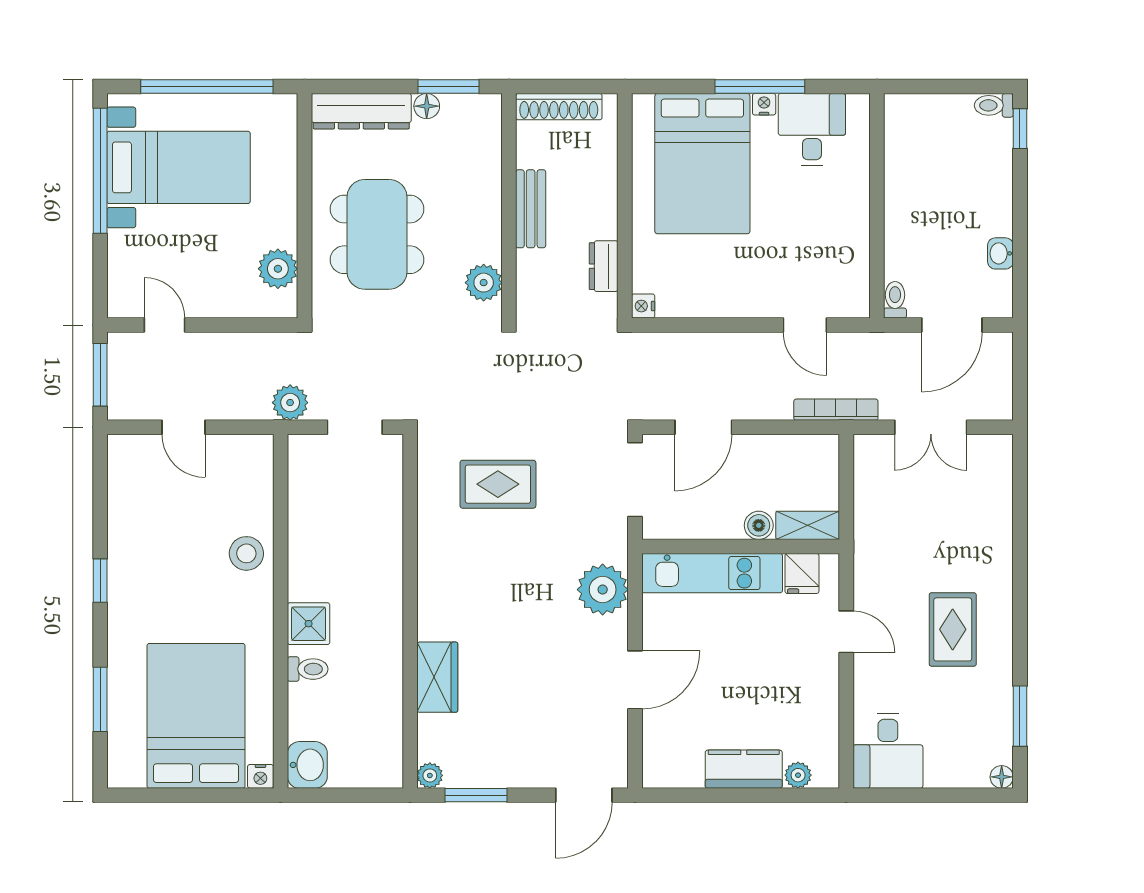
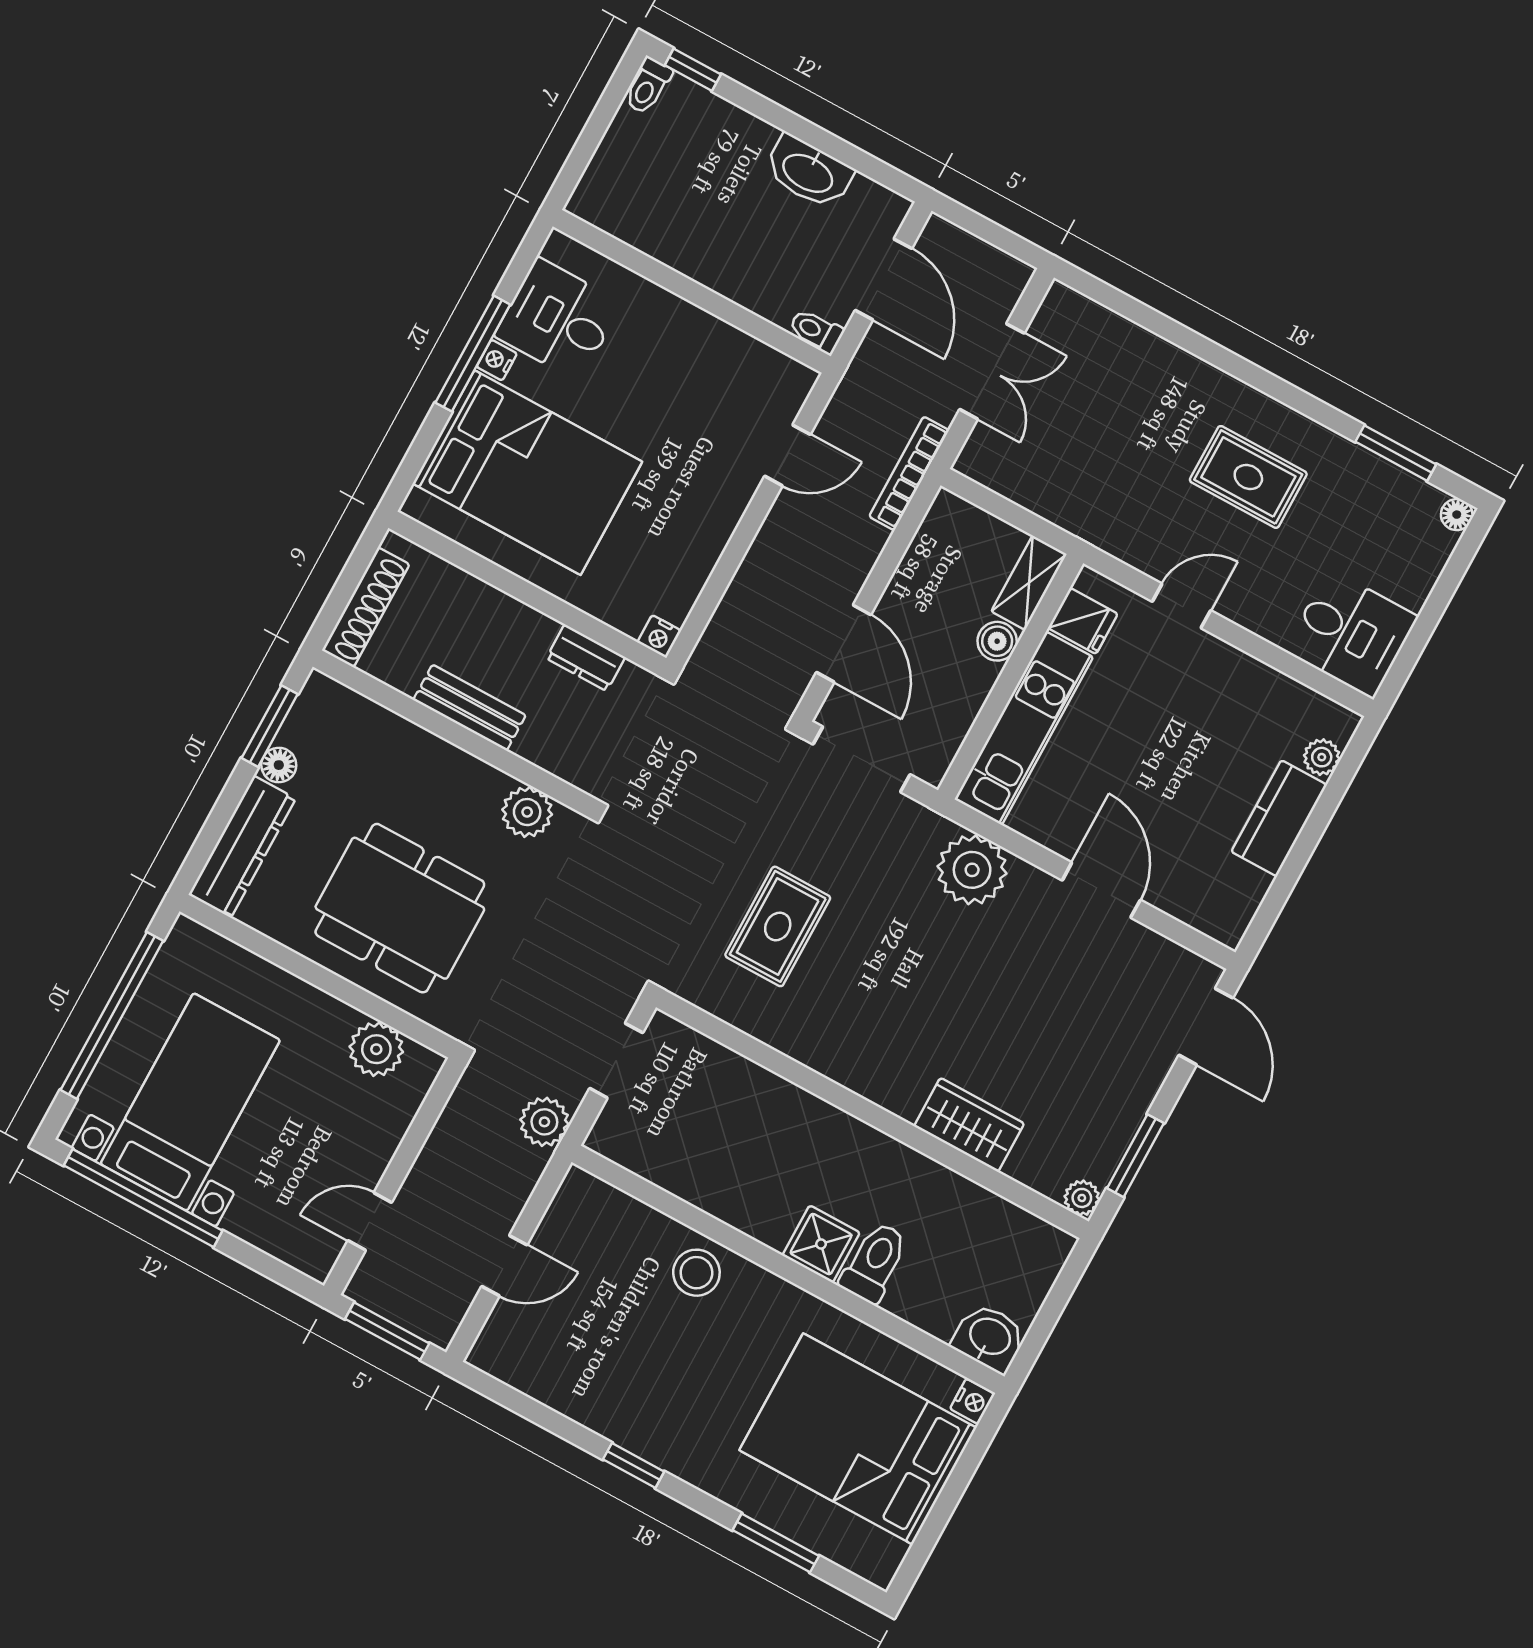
washbasin: (1000, 253) -> (808, 172), width x1.91, depth x1.45
toilet: (308, 669) -> (874, 1262), width x1.37, depth x1.39

